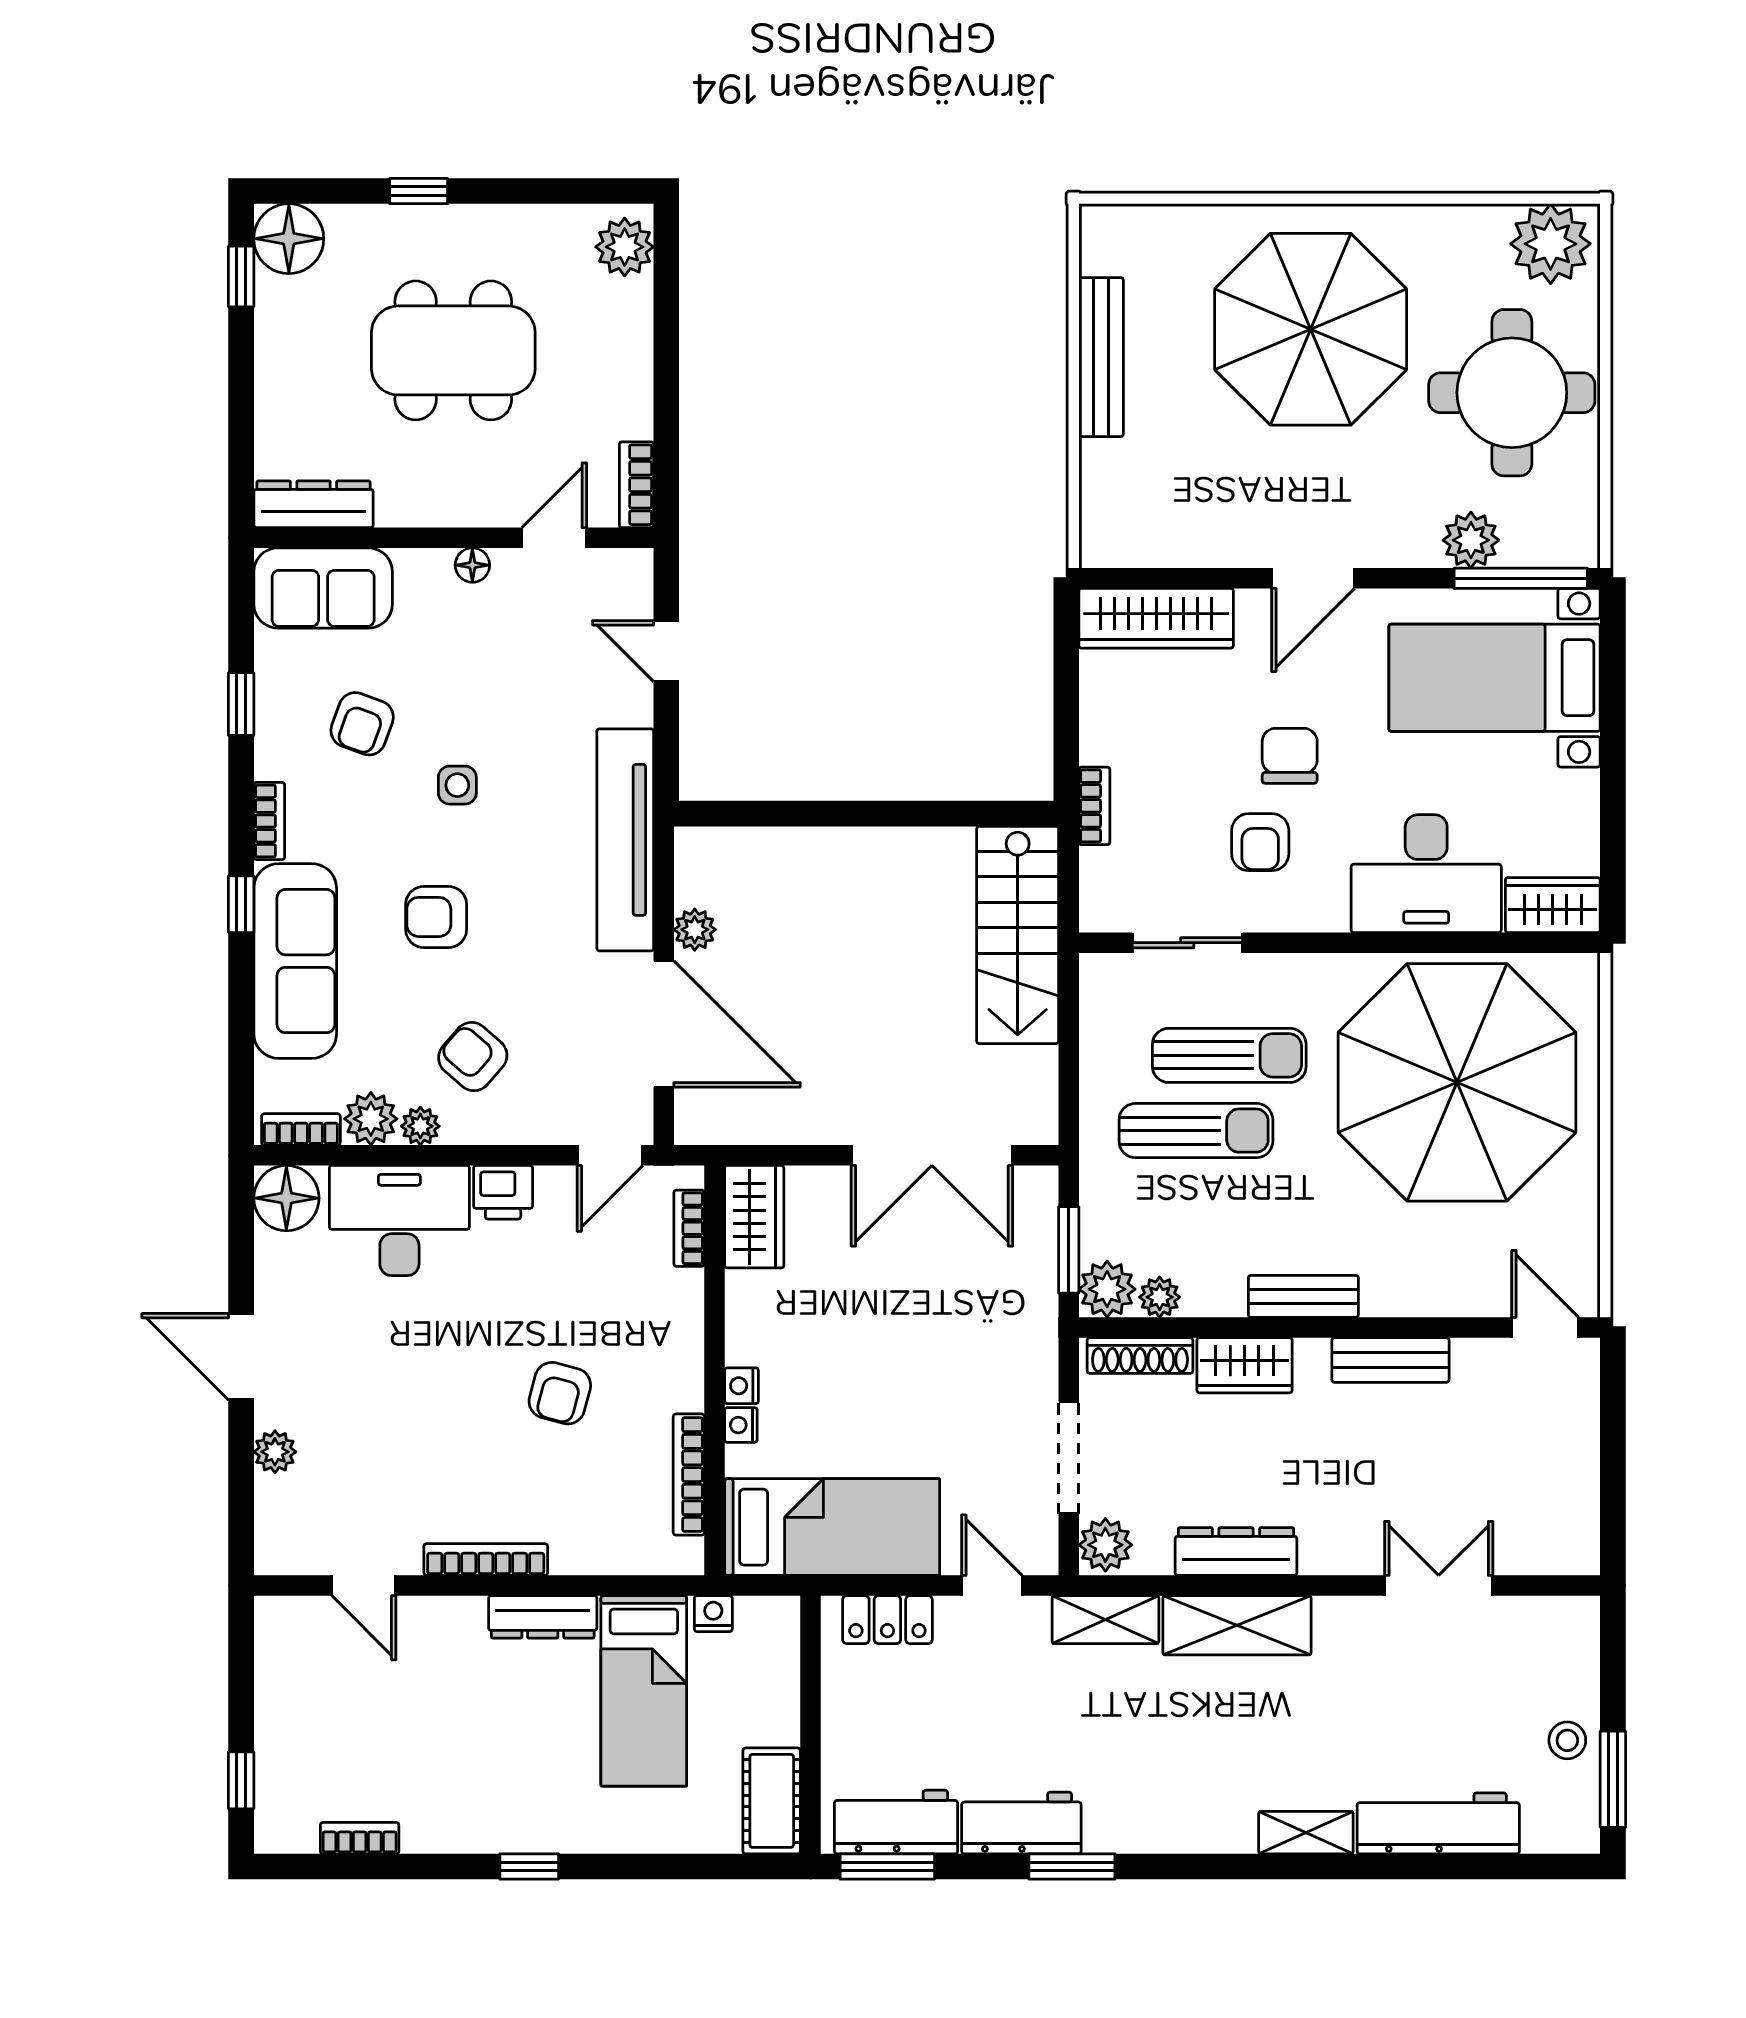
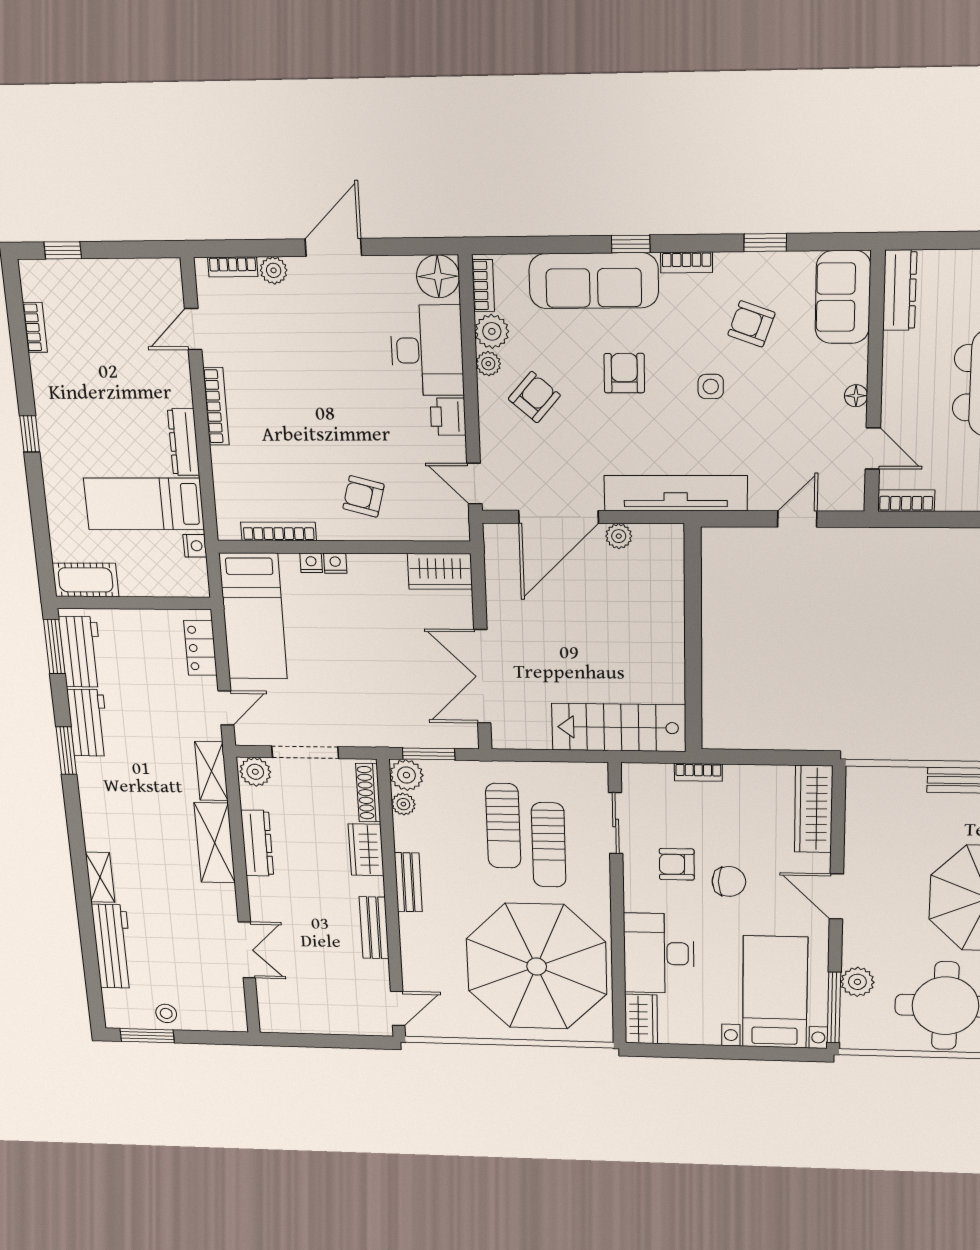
bookcase: (689, 1228) -> (233, 267), moved, turned 180
armchair: (560, 1393) -> (363, 496), moved

